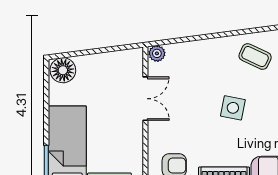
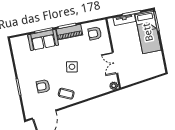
floor lamp: (63, 70) -> (157, 69), removed

